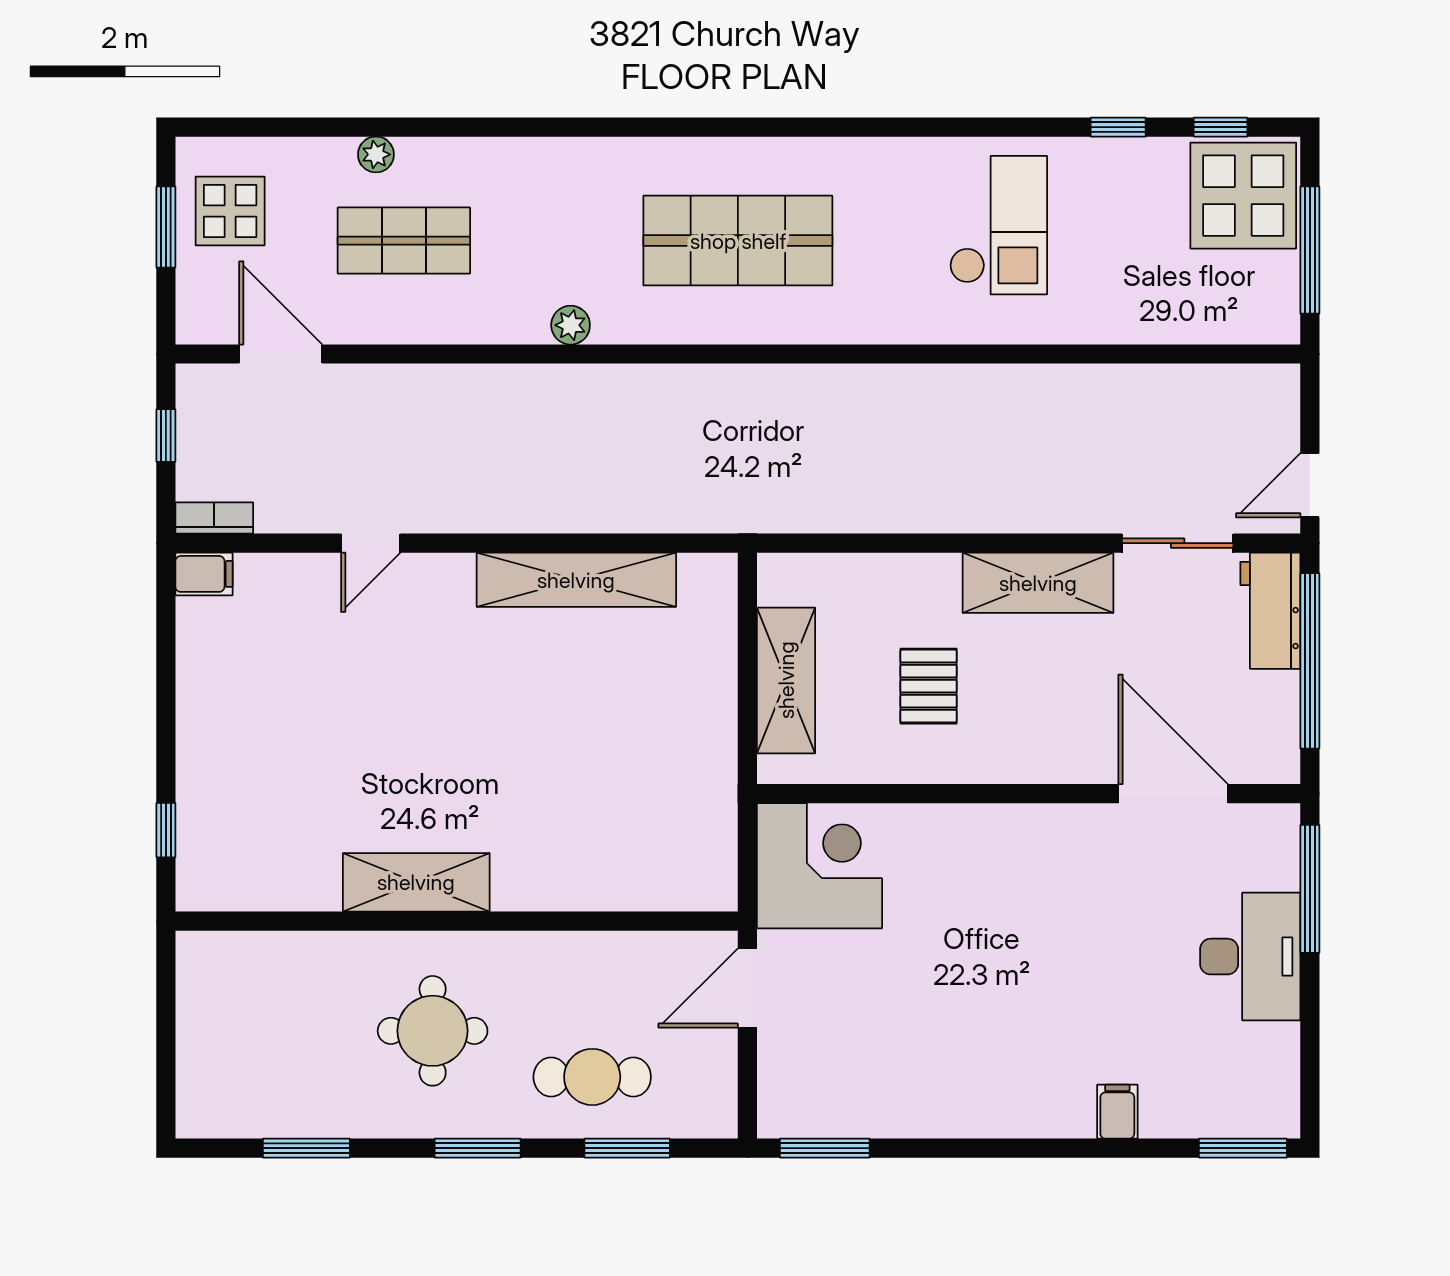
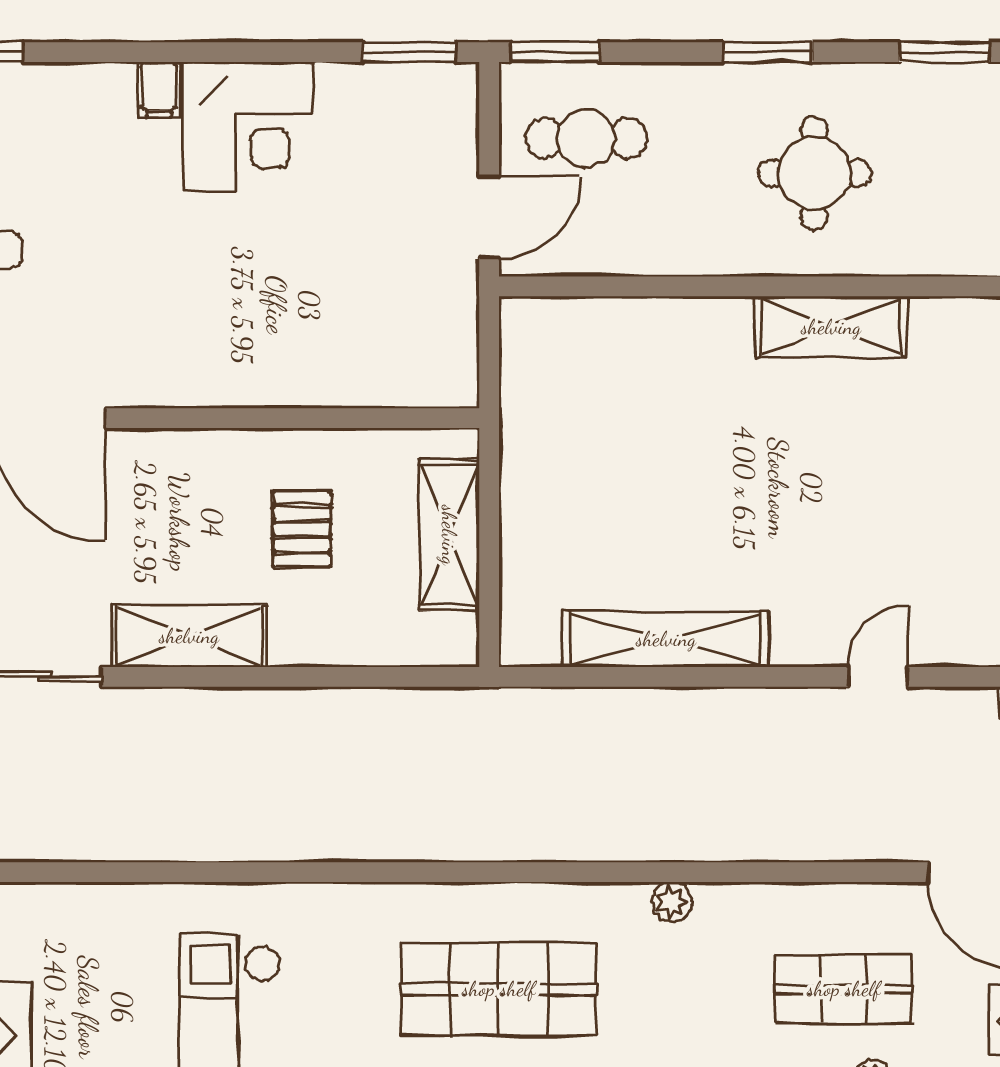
corner desk: (819, 866) -> (248, 127), moved, turned -90
cafe table: (592, 1077) -> (586, 138), moved
filing cabinet: (1117, 1112) -> (159, 90), moved
window: (627, 1148) -> (555, 52), moved

